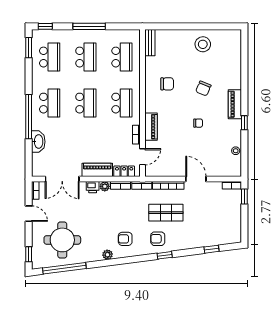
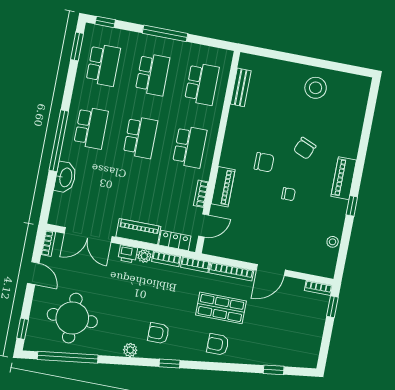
bench: (150, 43) -> (241, 87), moved
chair: (167, 84) -> (264, 162), moved
door: (196, 179) -> (271, 270), swing flipped
armchair: (158, 239) -> (218, 344), moved
window: (165, 255) -> (169, 364), moved

